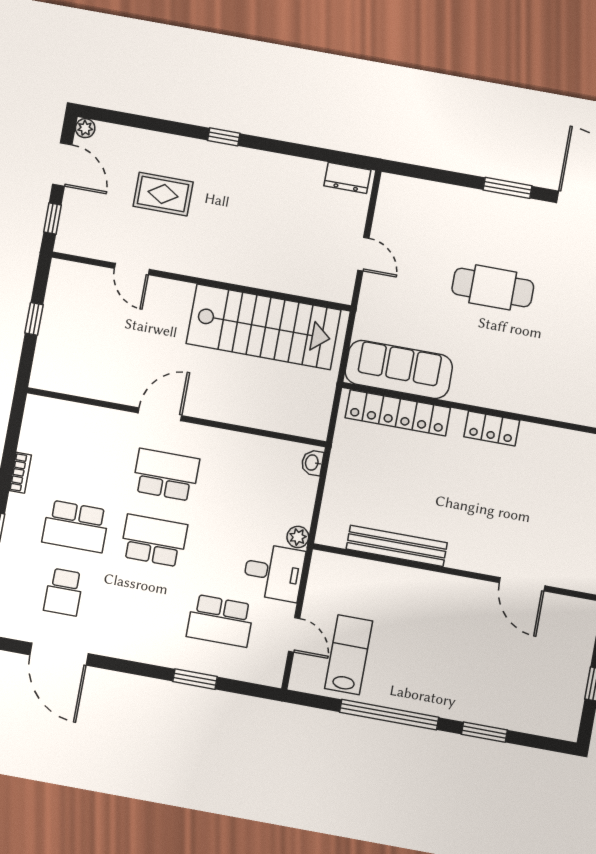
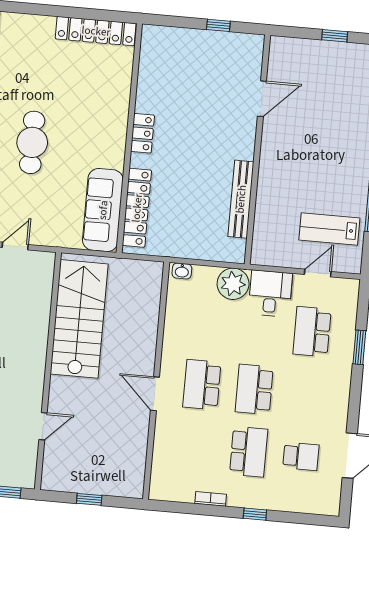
plant: (298, 537) -> (233, 284), width x1.87, depth x1.87
school desk: (220, 621) -> (312, 332), turned 180

